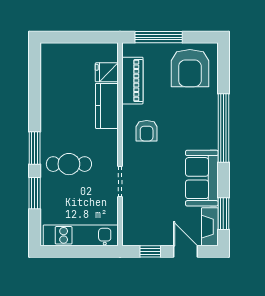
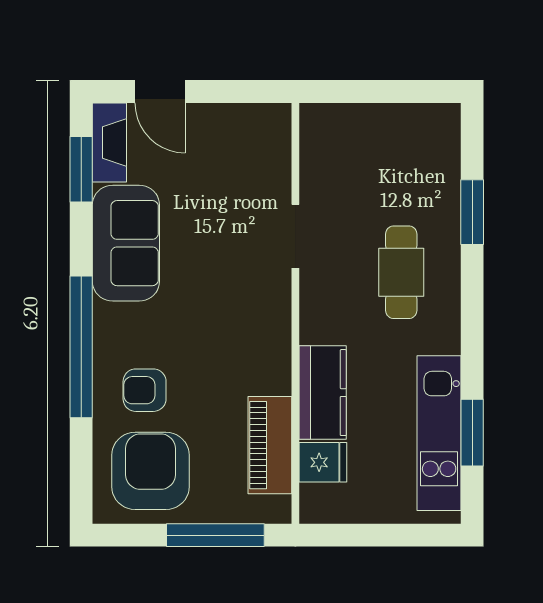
armchair: (147, 131) -> (145, 390), moved, turned -90
window: (35, 148) -> (472, 433), moved
cafe table: (69, 164) -> (401, 272), turned 90
kitchen unit: (81, 235) -> (439, 433), moved, turned 90
window: (150, 251) -> (233, 91), removed

